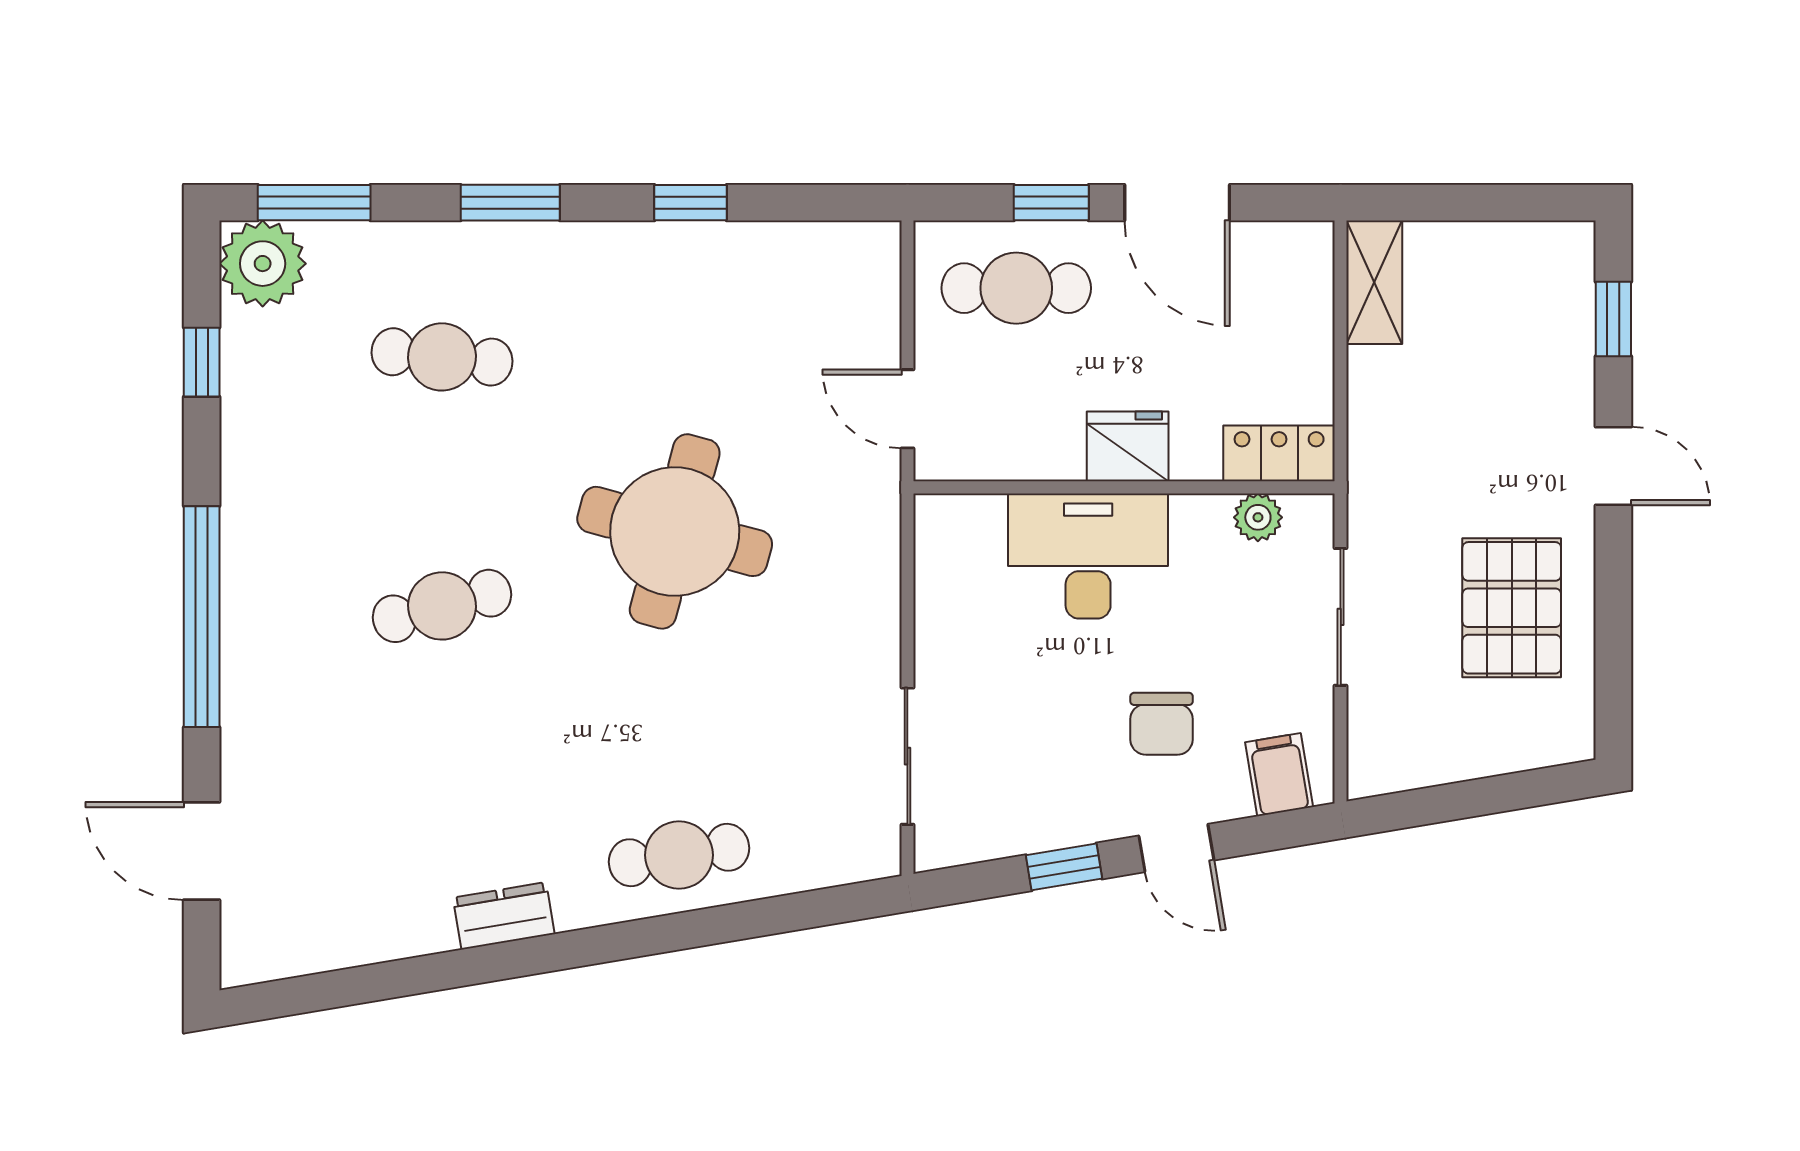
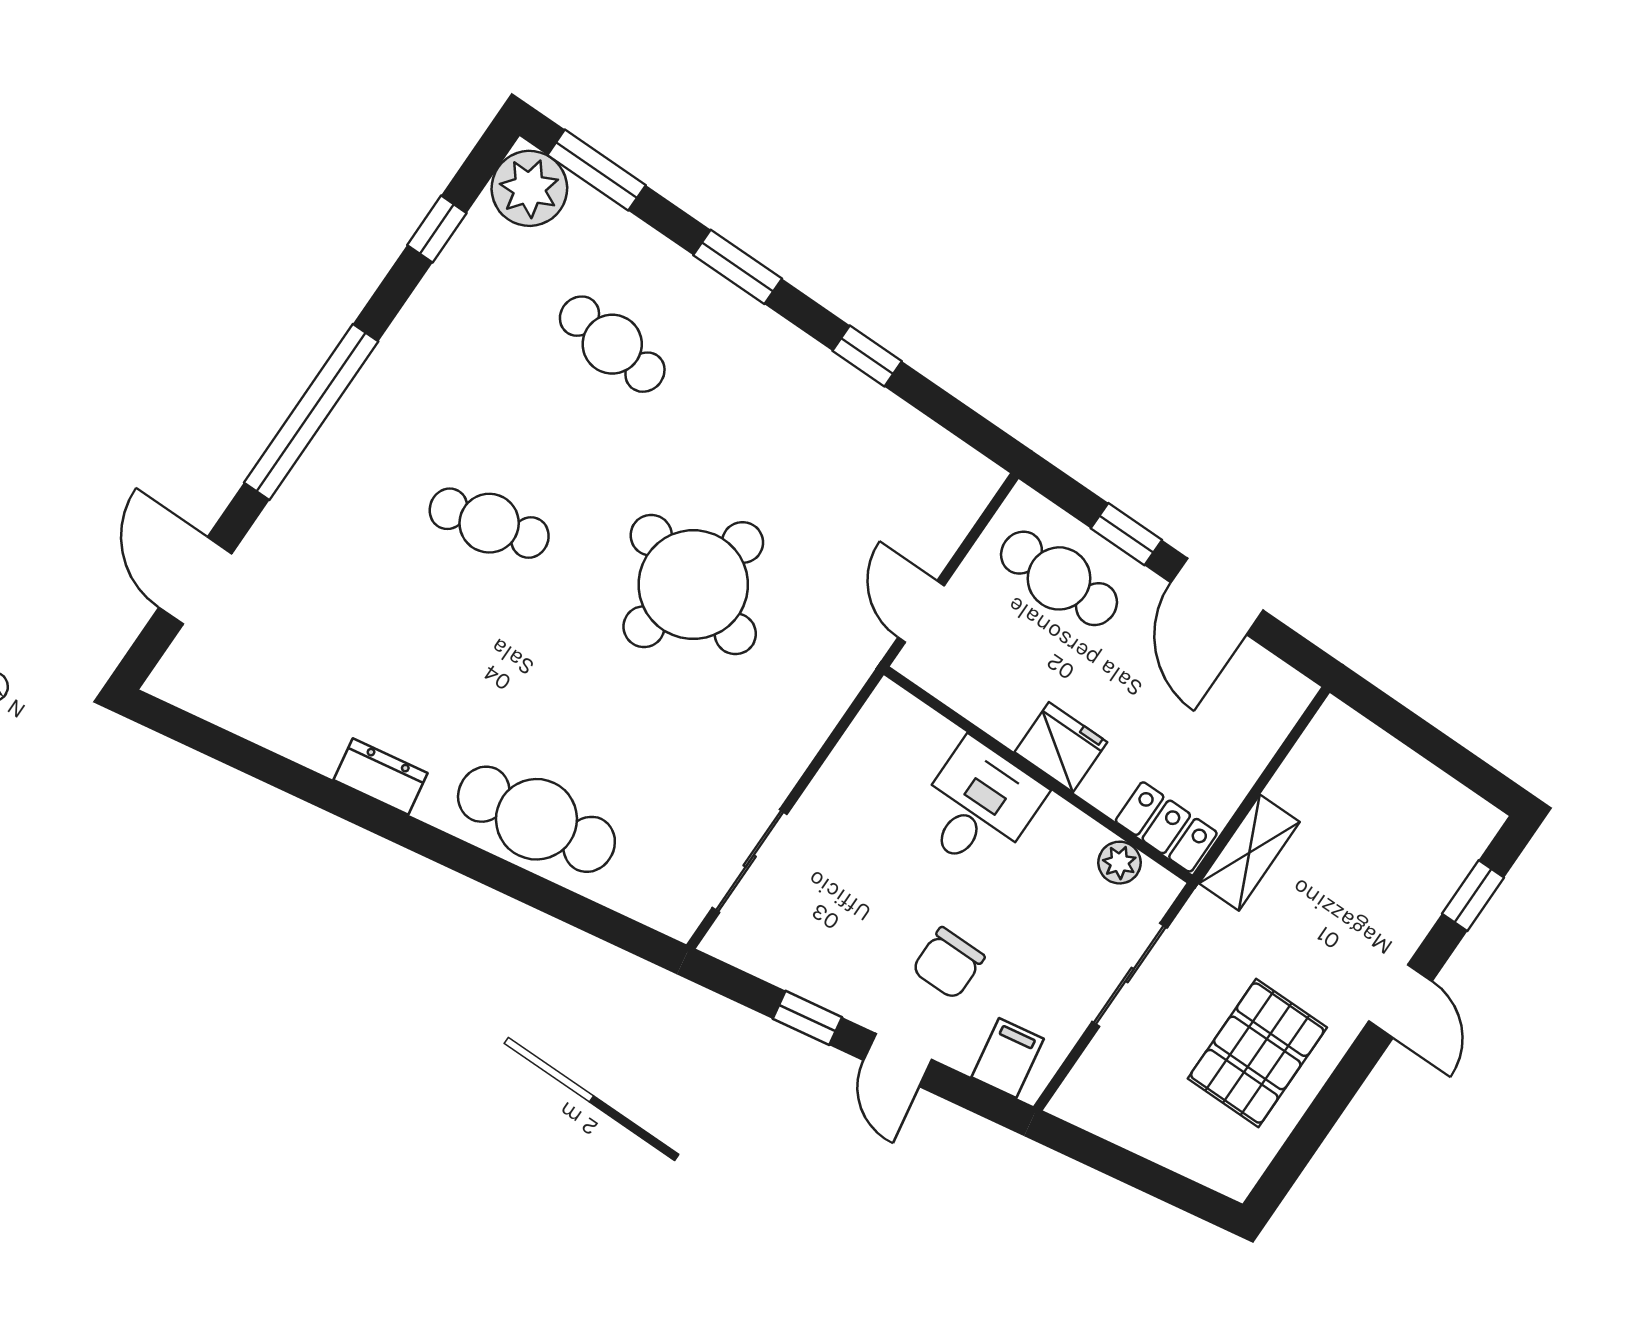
shelving: (1374, 282) -> (1249, 853), moved
desk: (1088, 556) -> (978, 806), width x0.73
cafe table: (679, 855) -> (536, 819), width x1.37, depth x1.35

